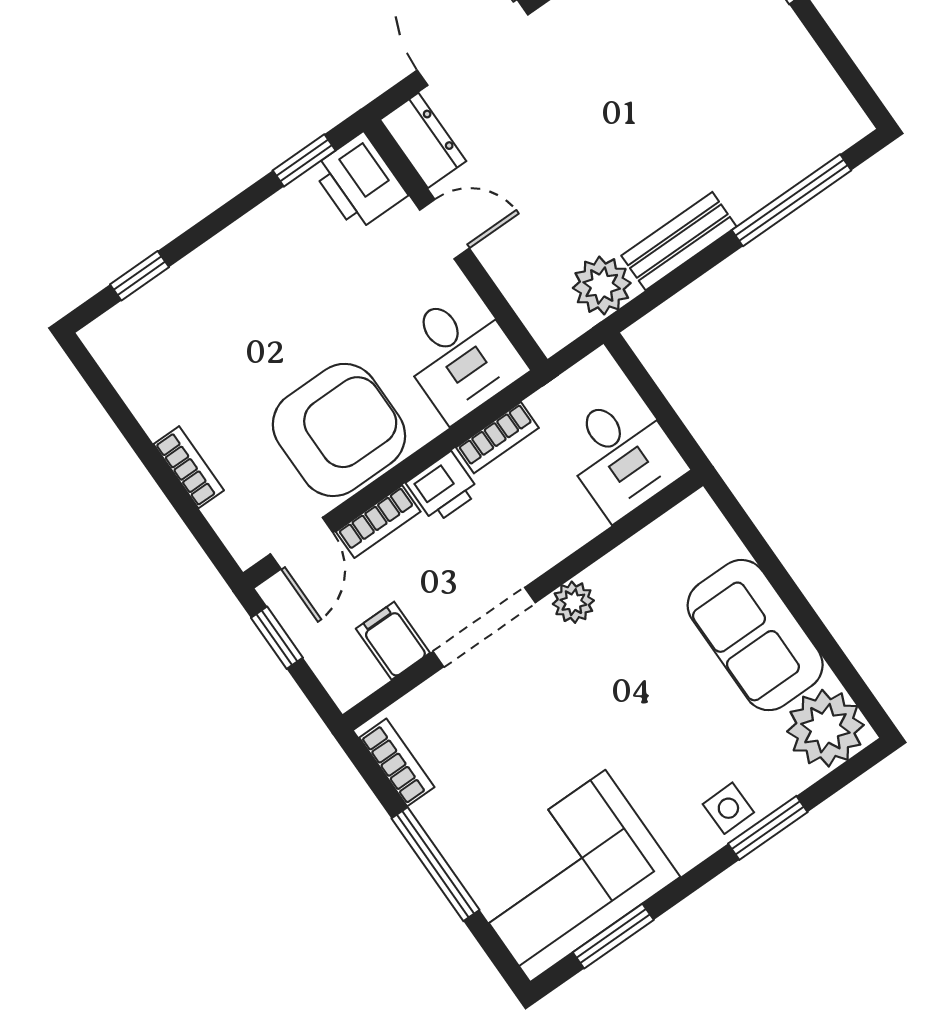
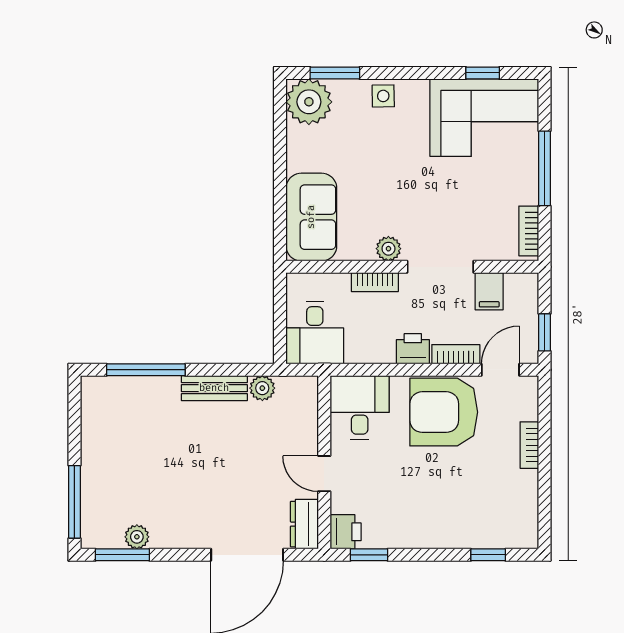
printer: (360, 182) -> (346, 532), width x0.73, depth x0.81
plant: (602, 285) -> (262, 388), width x0.73, depth x0.73
bookcase: (497, 438) -> (375, 282), moved, turned 180
desk: (622, 455) -> (315, 333), moved, turned 180
sofa: (755, 635) -> (311, 217), moved
window: (768, 828) -> (335, 73), moved
window: (613, 936) -> (483, 73), width x0.67

